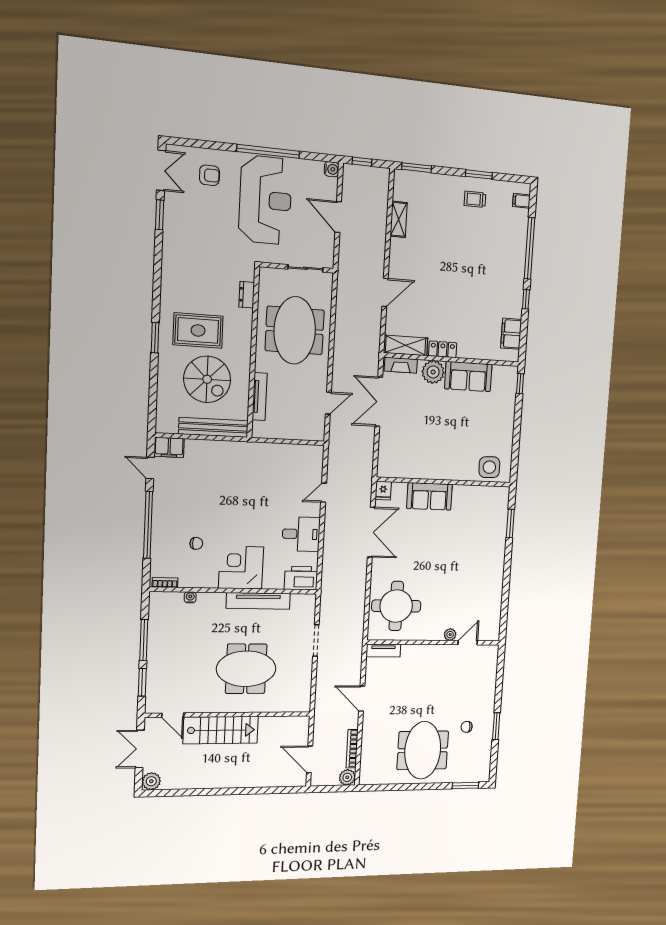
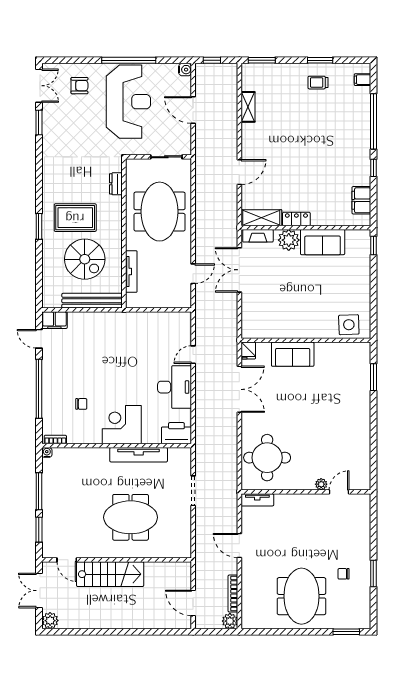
desk: (301, 534) -> (175, 387), width x1.37
water cooler: (190, 597) -> (47, 452), moved

